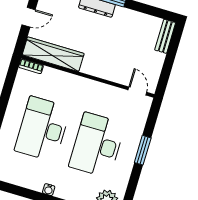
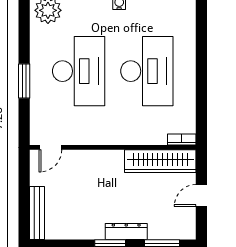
bench: (165, 36) -> (37, 213), width x1.36
door: (137, 91) -> (50, 147), hinge flipped

